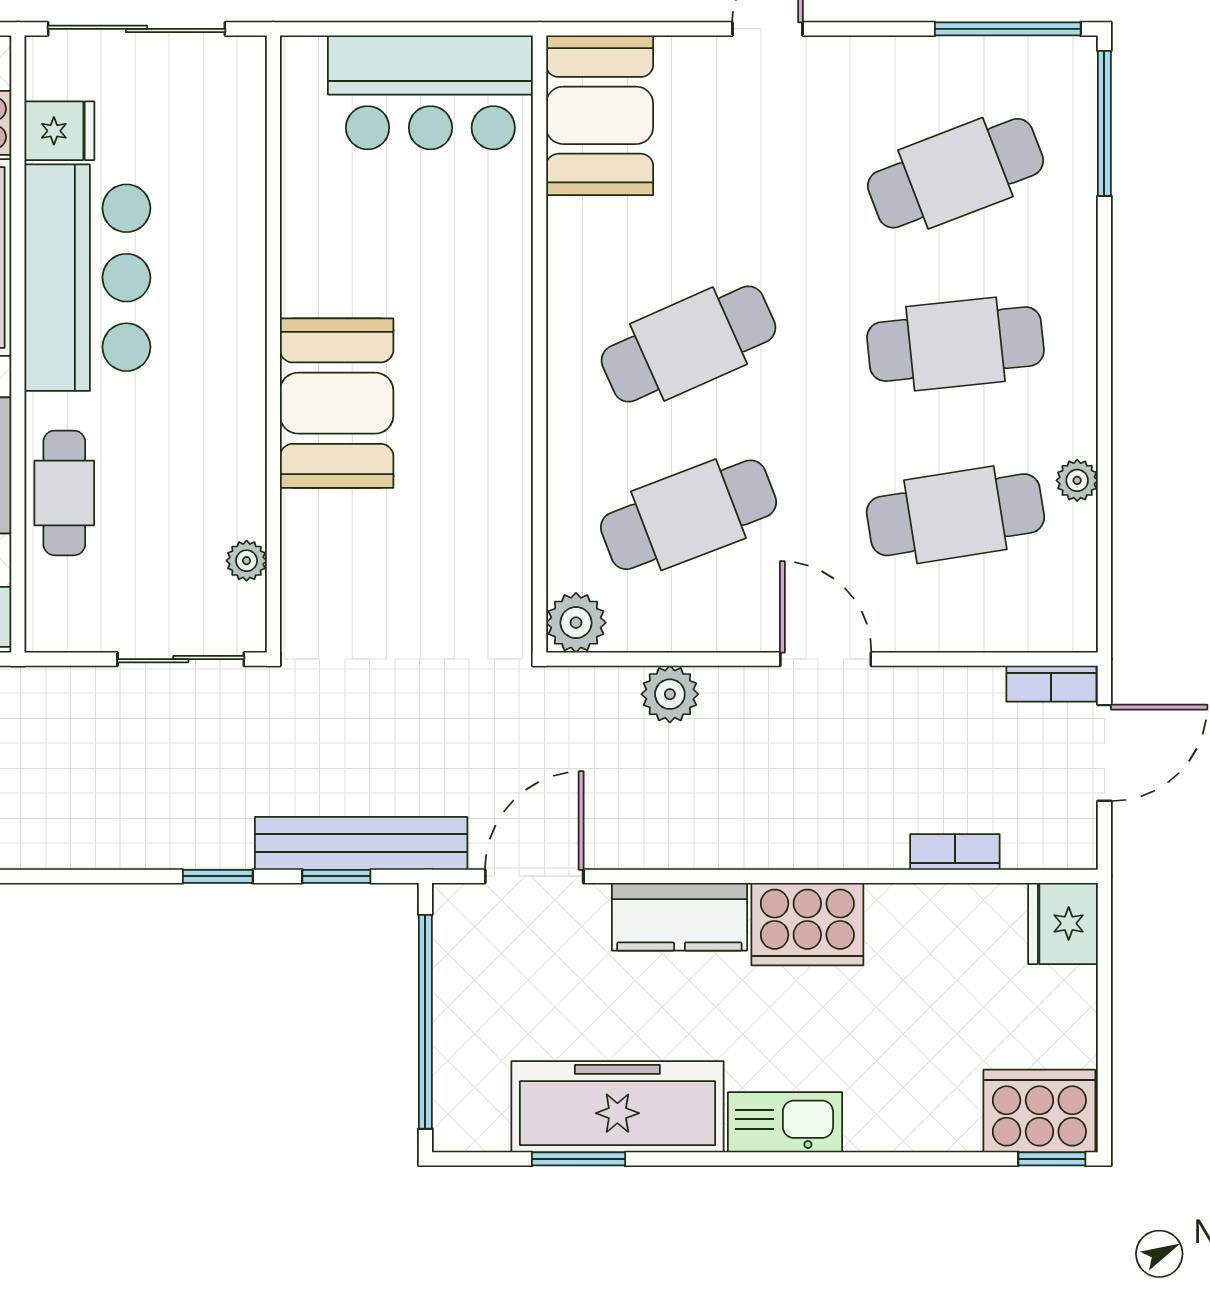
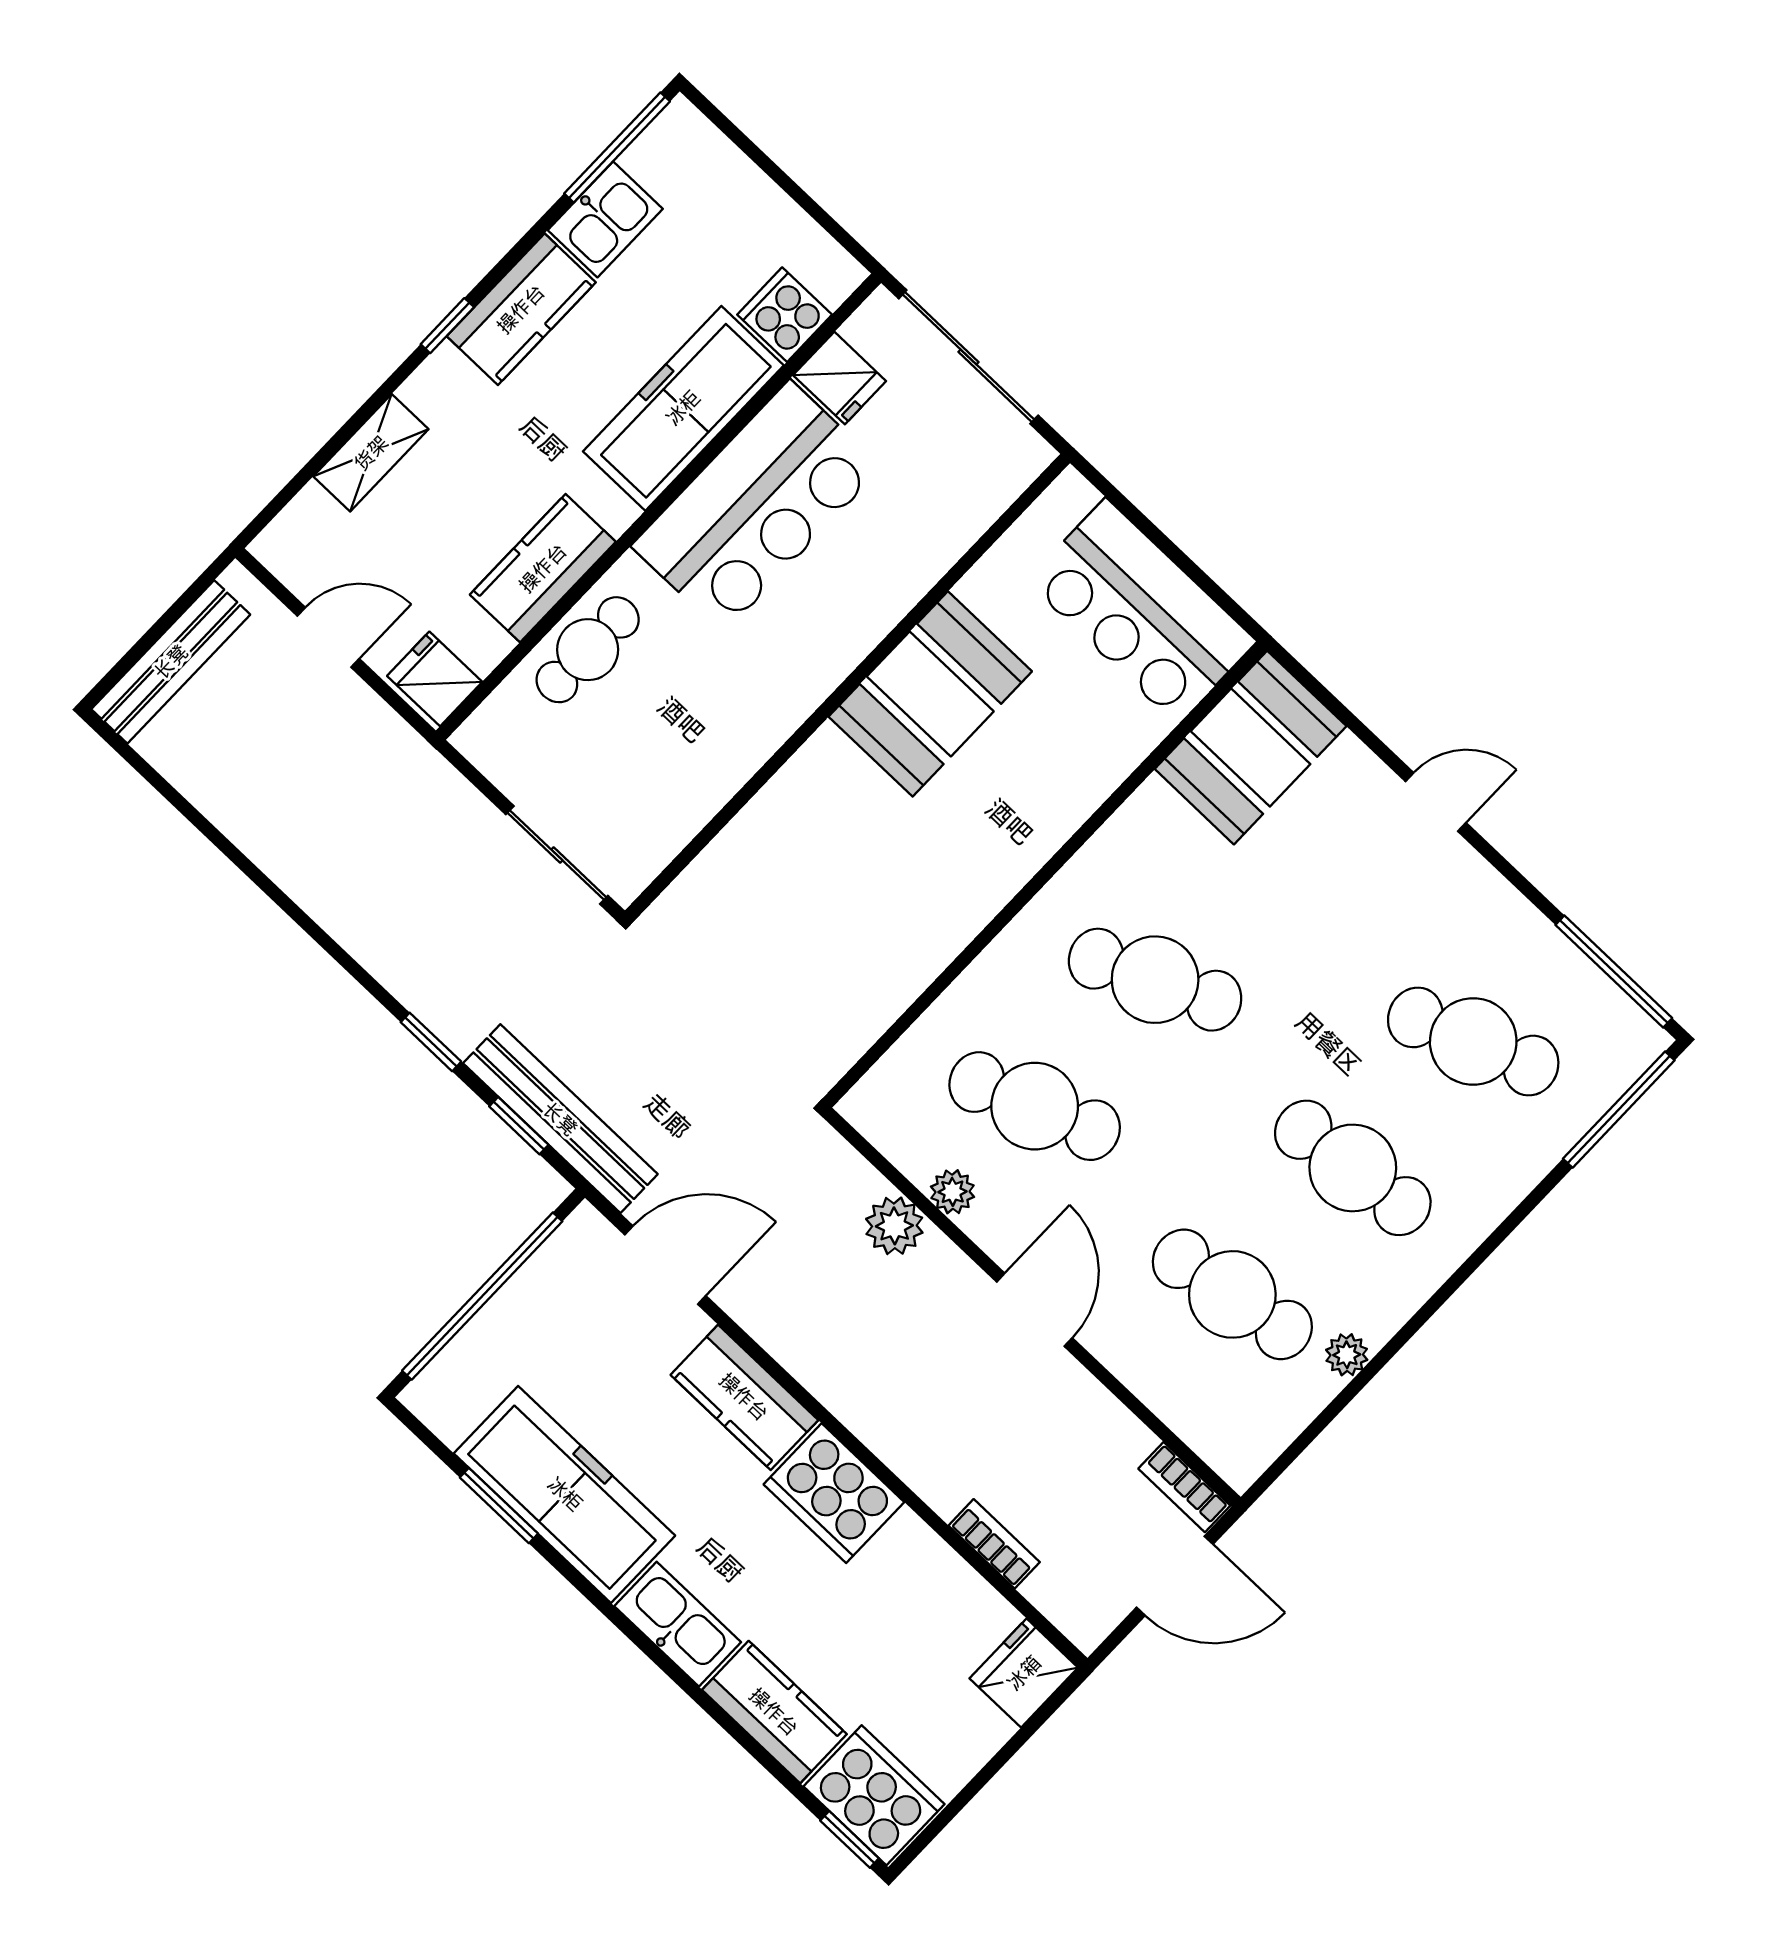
booth: (337, 403) -> (930, 694), moved
plant: (247, 561) -> (675, 828), removed
plant: (576, 623) -> (952, 1192), moved, width x0.73, depth x0.73
kitchen counter: (913, 1119) -> (774, 1712), added

